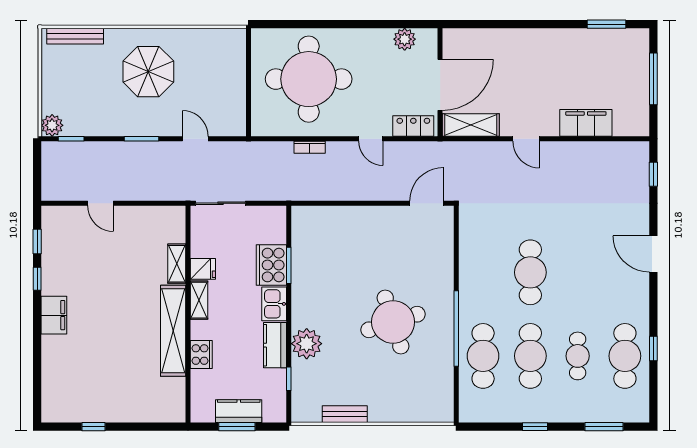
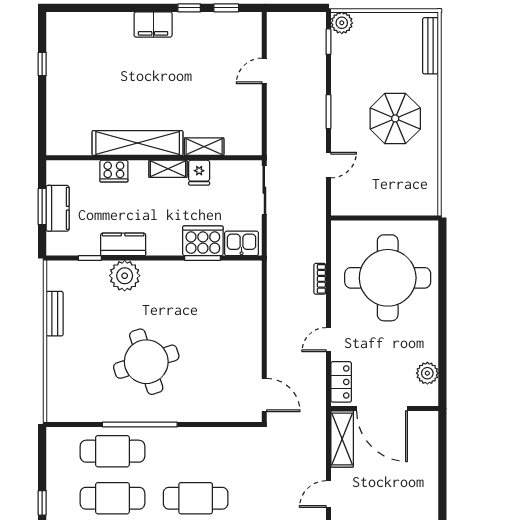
kitchen sink: (274, 304) -> (242, 243), moved

